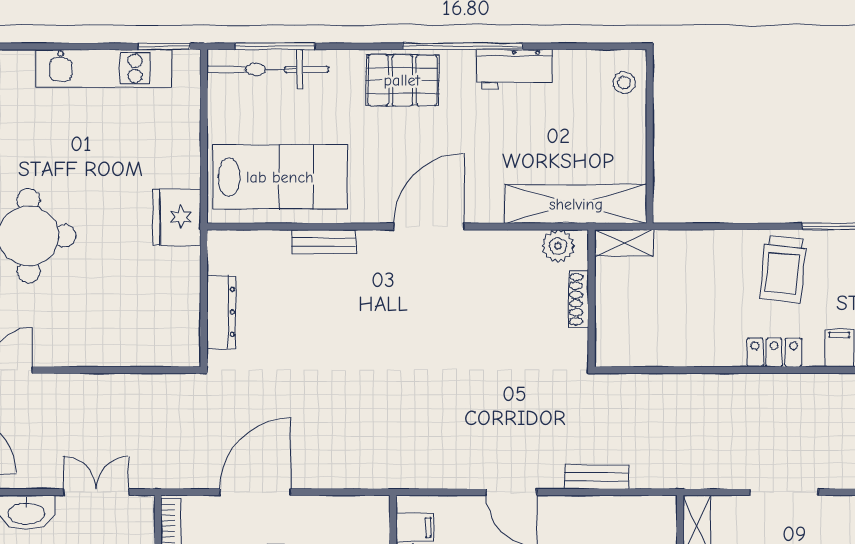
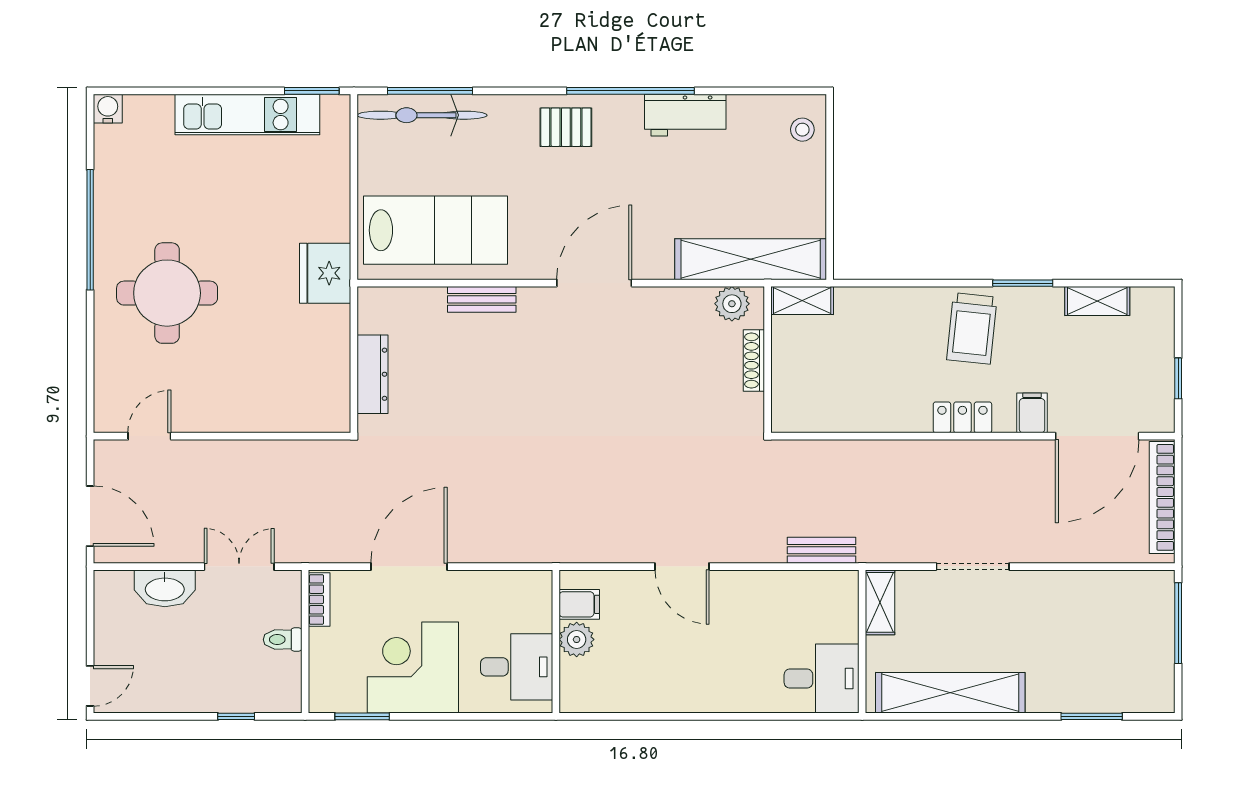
pallet: (402, 80) -> (566, 127), width x0.67, depth x0.71
bench: (597, 477) -> (821, 550), moved

